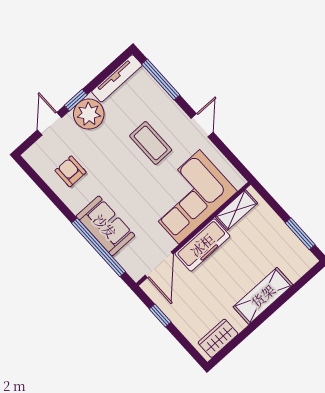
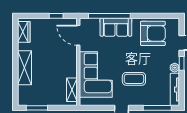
plant: (89, 114) -> (175, 68), width x0.53, depth x0.53
armchair: (71, 171) -> (153, 33), width x1.88, depth x1.88
freezer: (202, 245) -> (70, 62), removed

